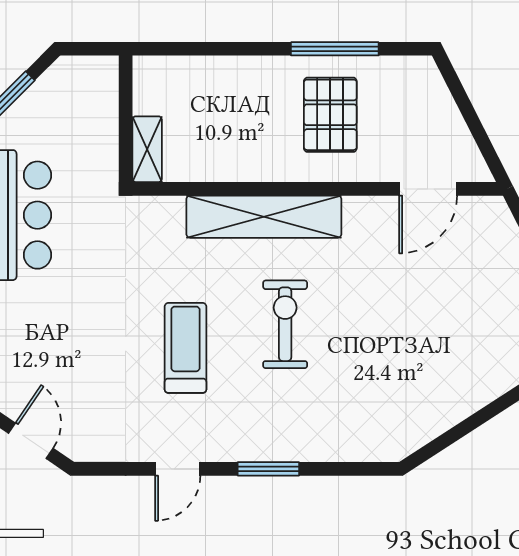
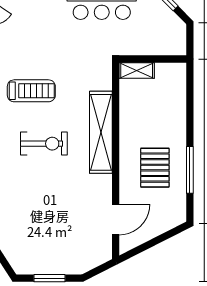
pallet: (330, 115) -> (155, 168), turned 90
door: (428, 189) -> (116, 219), swing flipped

